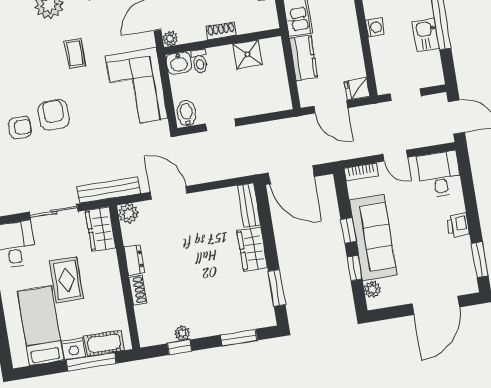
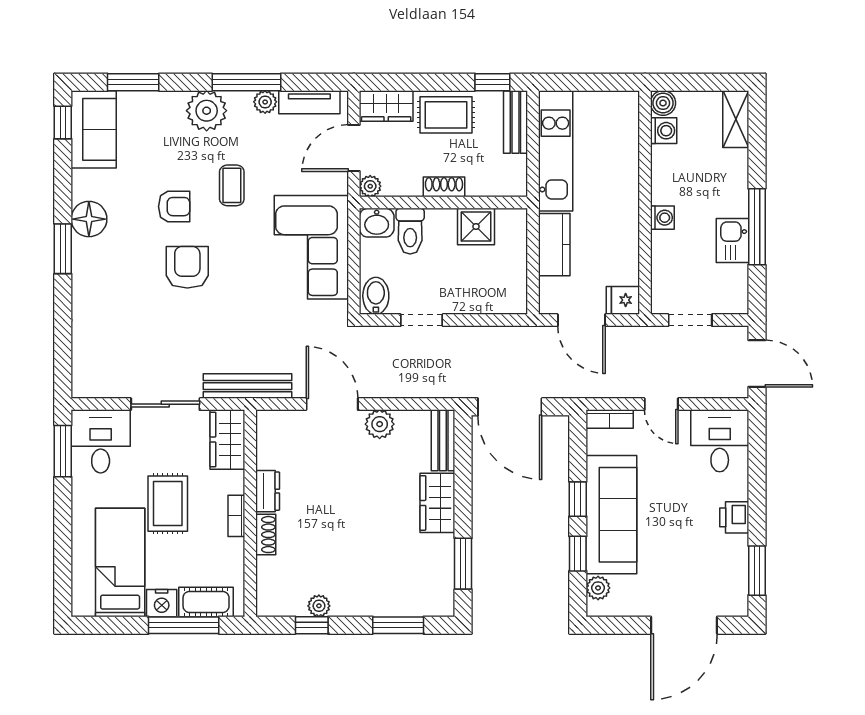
toilet: (199, 61) -> (410, 231), width x1.37, depth x1.39
armchair: (20, 127) -> (174, 207), moved
plant: (128, 214) -> (380, 424), moved
bookcase: (115, 281) -> (236, 516), added

